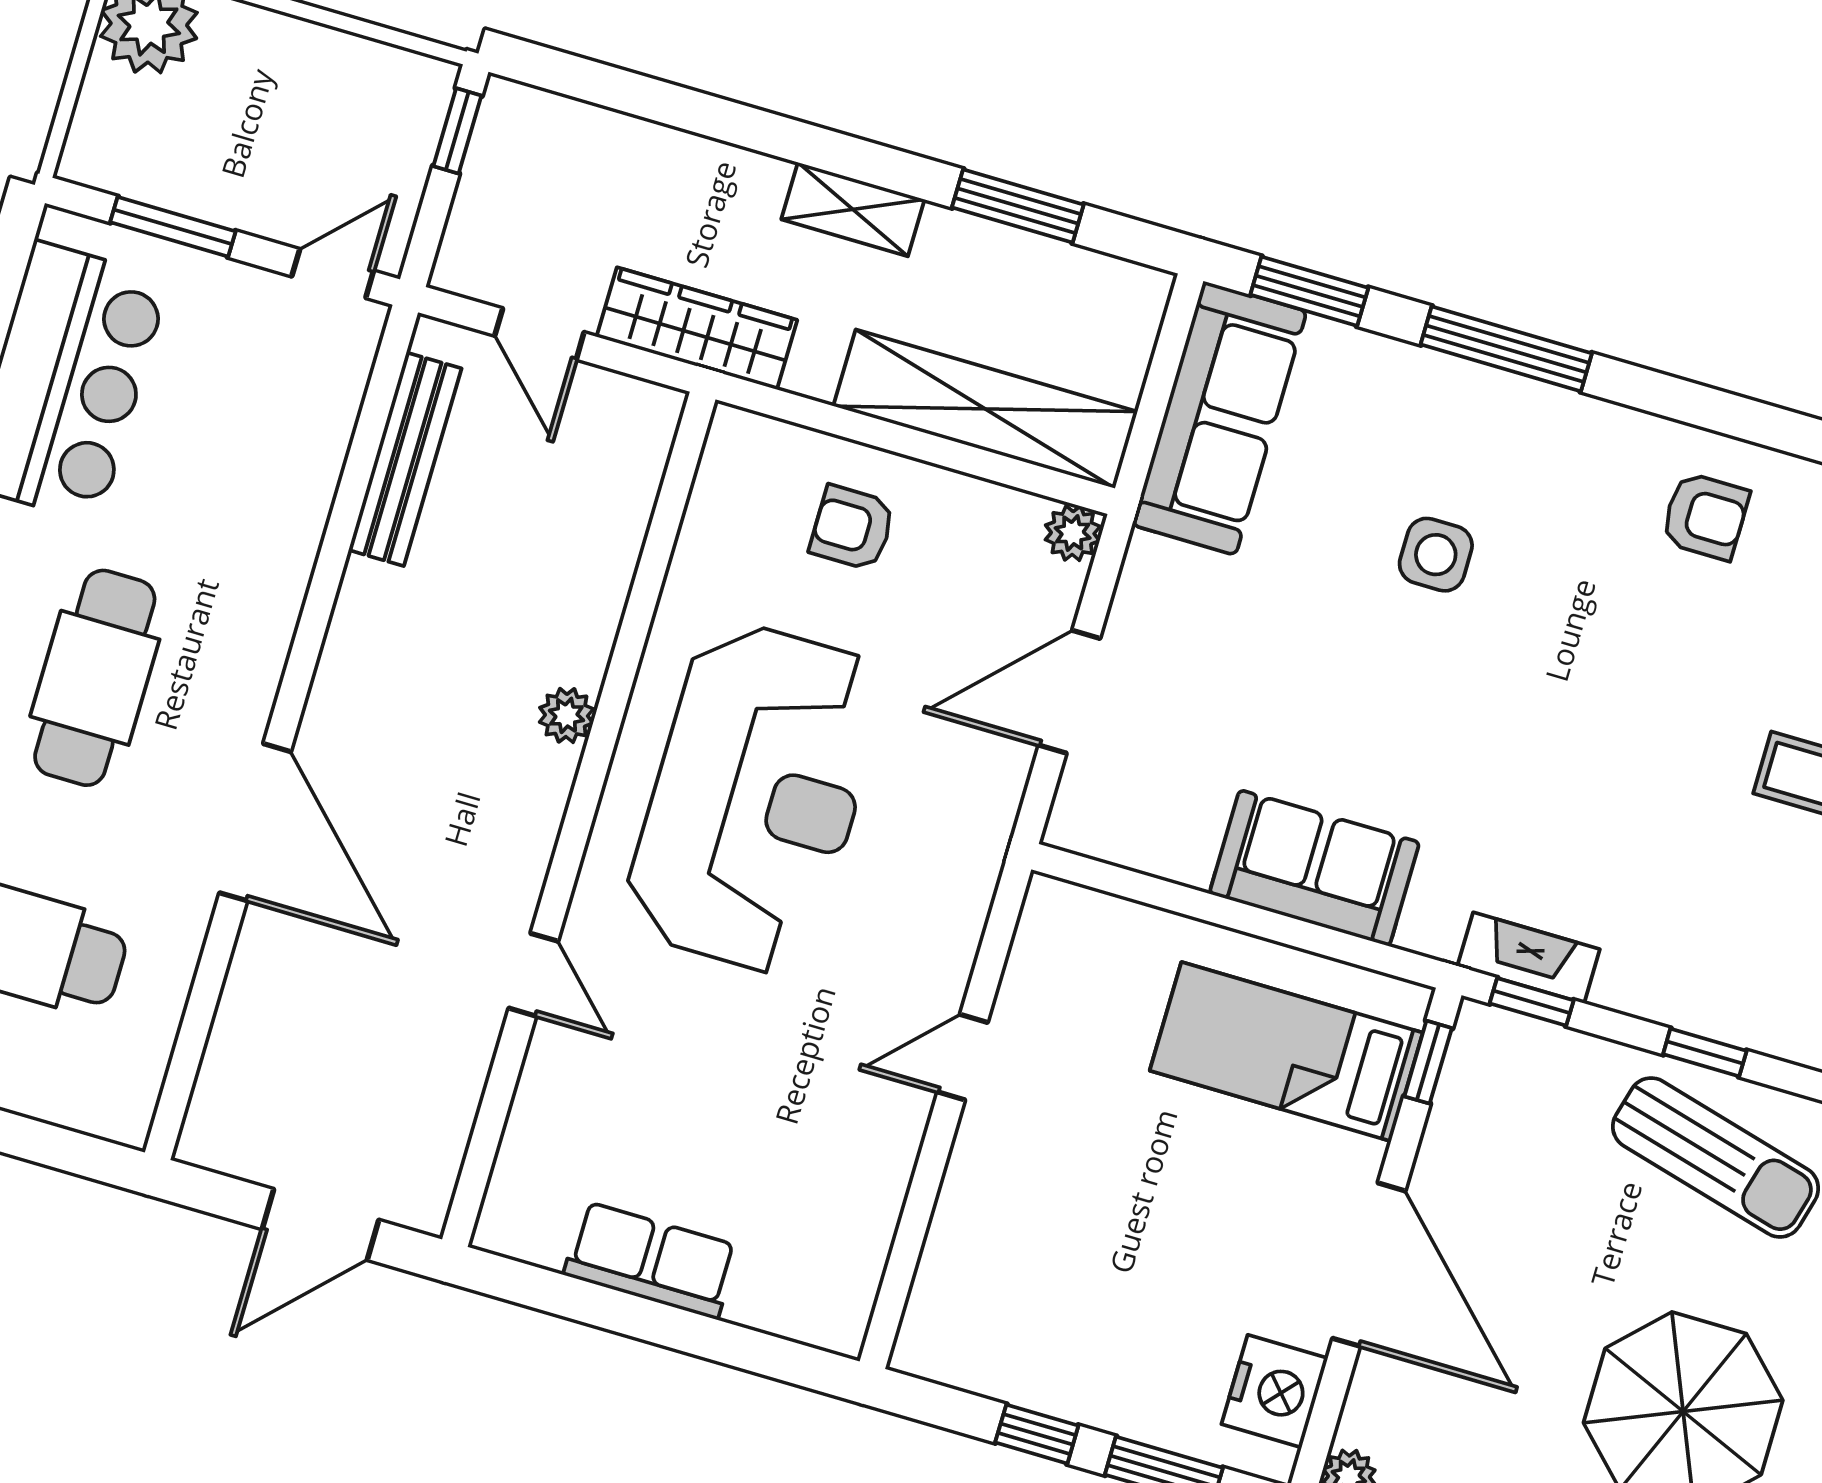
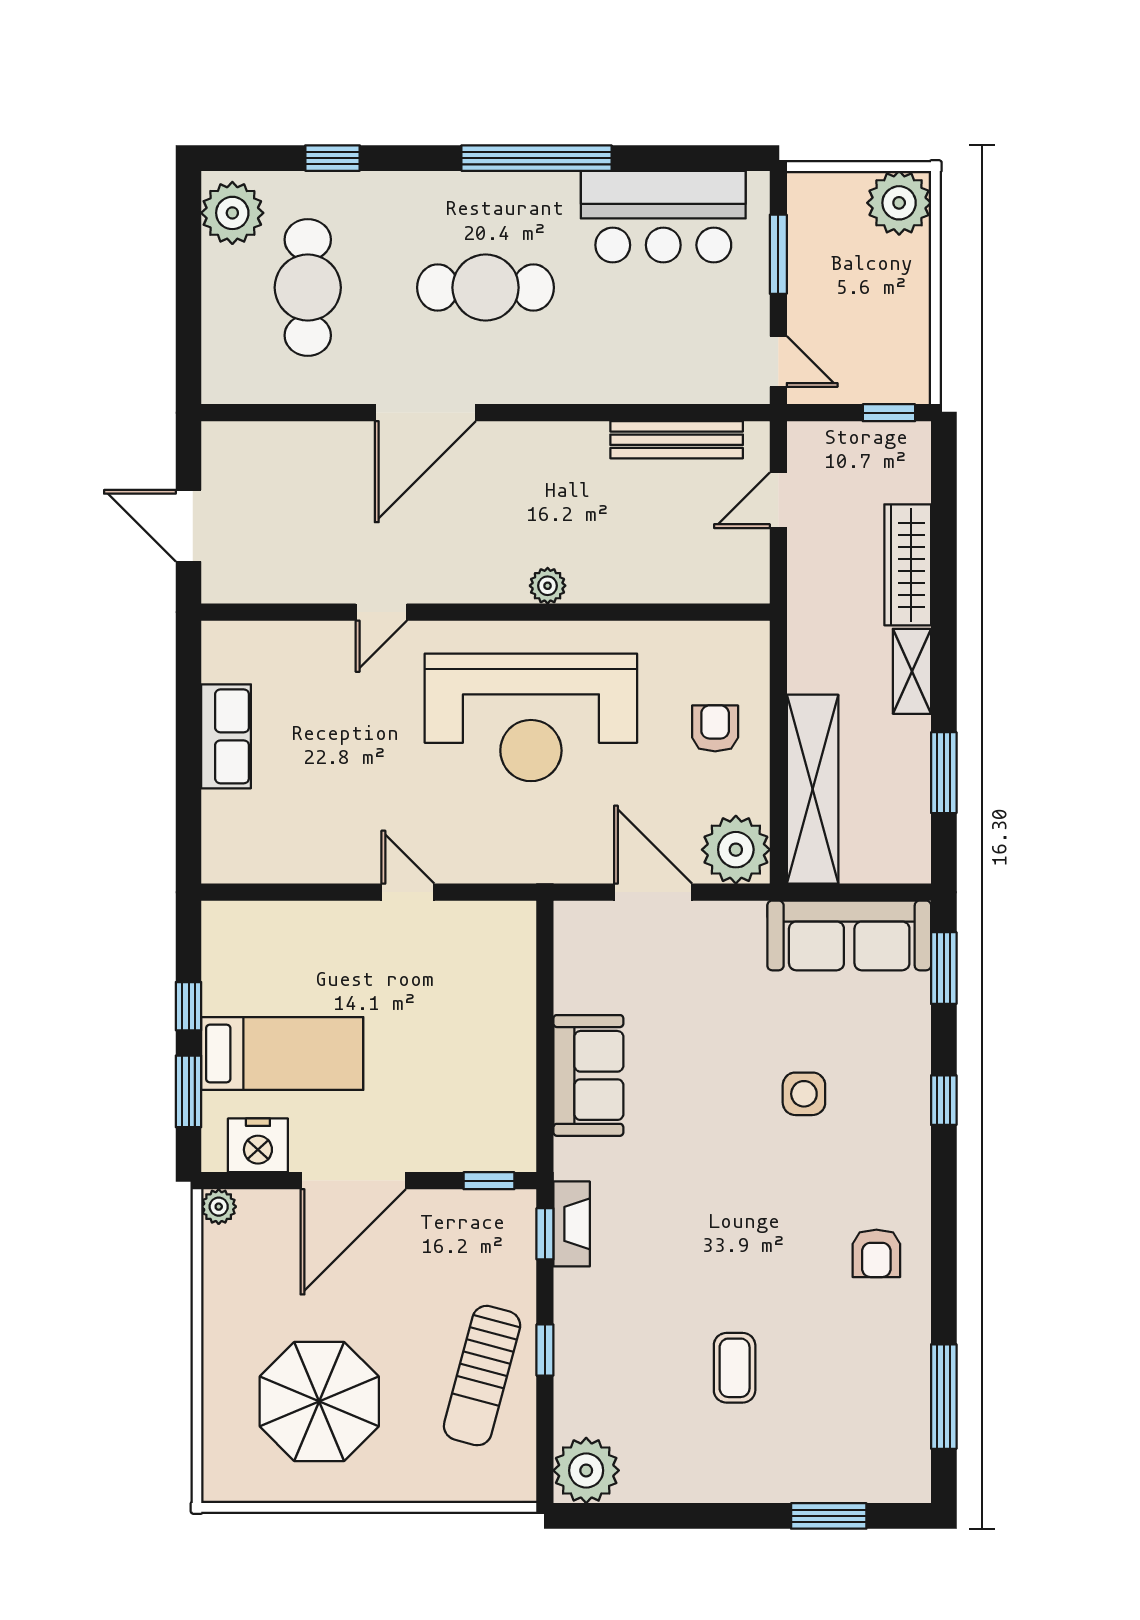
wardrobe: (697, 328) -> (908, 565), moved, turned 180
window: (1506, 349) -> (944, 1100), width x0.46
plant: (1073, 533) -> (736, 850), width x1.88, depth x1.88
bed: (1286, 1052) -> (282, 1053), moved, turned 90

